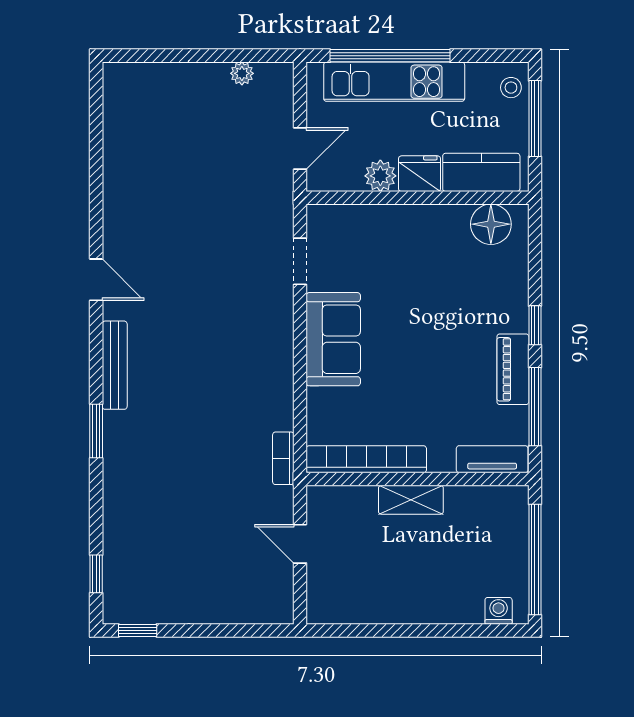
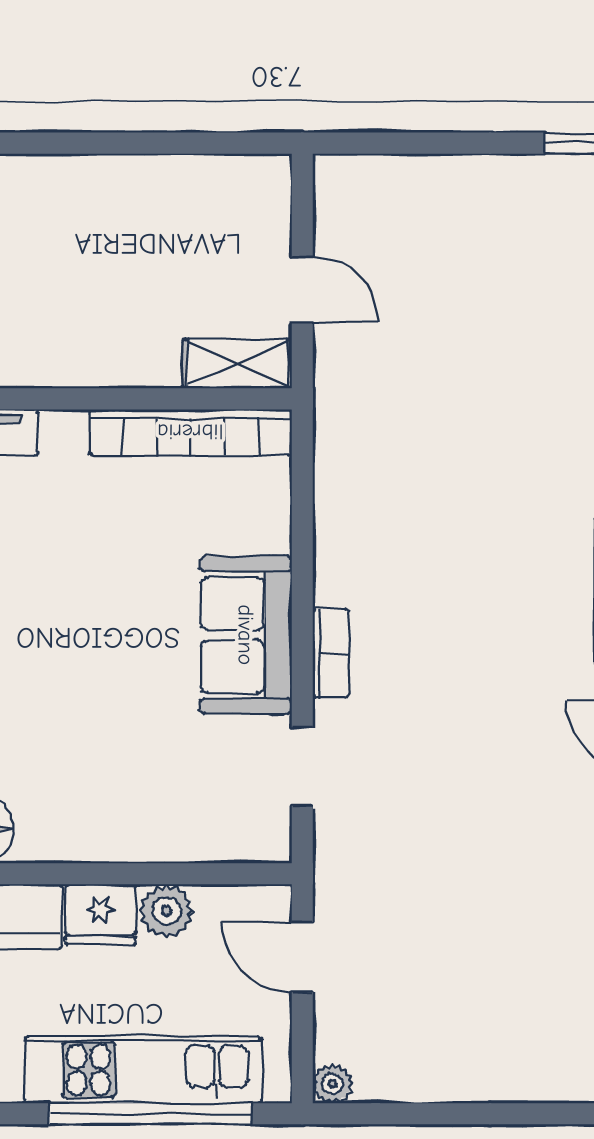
plant: (242, 73) -> (332, 1084), moved
door: (300, 149) -> (302, 957), hinge flipped
bookcase: (283, 458) -> (331, 653), moved
shelving: (411, 500) -> (237, 364), moved

